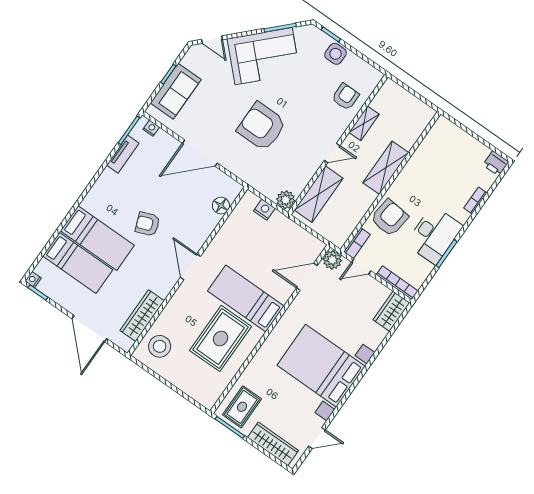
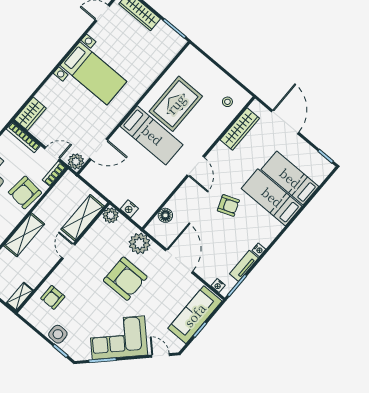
sofa: (176, 91) -> (195, 315), width x1.36
shelving: (364, 123) -> (20, 297), moved
door: (200, 153) -> (179, 261), hinge flipped
door: (332, 153) -> (68, 251), hinge flipped
plant: (249, 170) -> (139, 243), added
nightstand: (33, 280) -> (259, 250), moved
stool: (160, 346) -> (227, 102), width x0.53, depth x0.53
bed with nightstands: (321, 366) -> (93, 73), width x0.73
rug: (242, 407) -> (163, 45), removed

